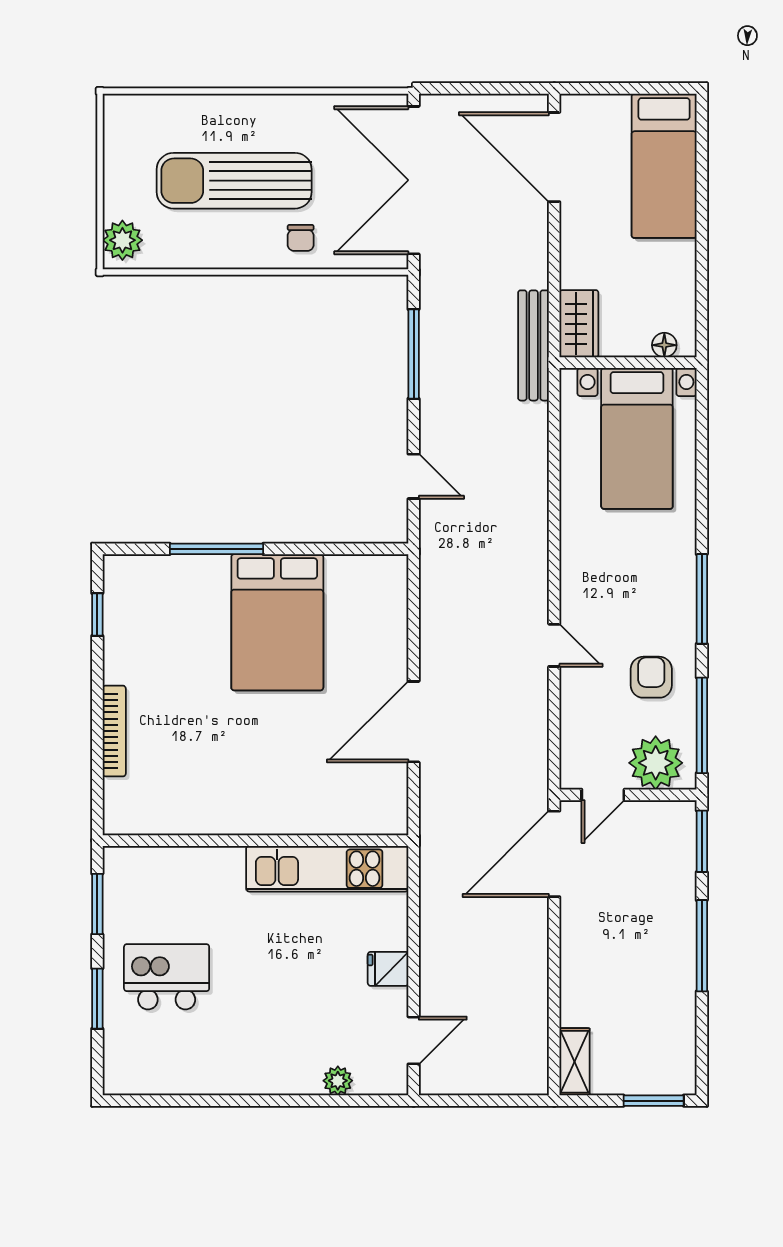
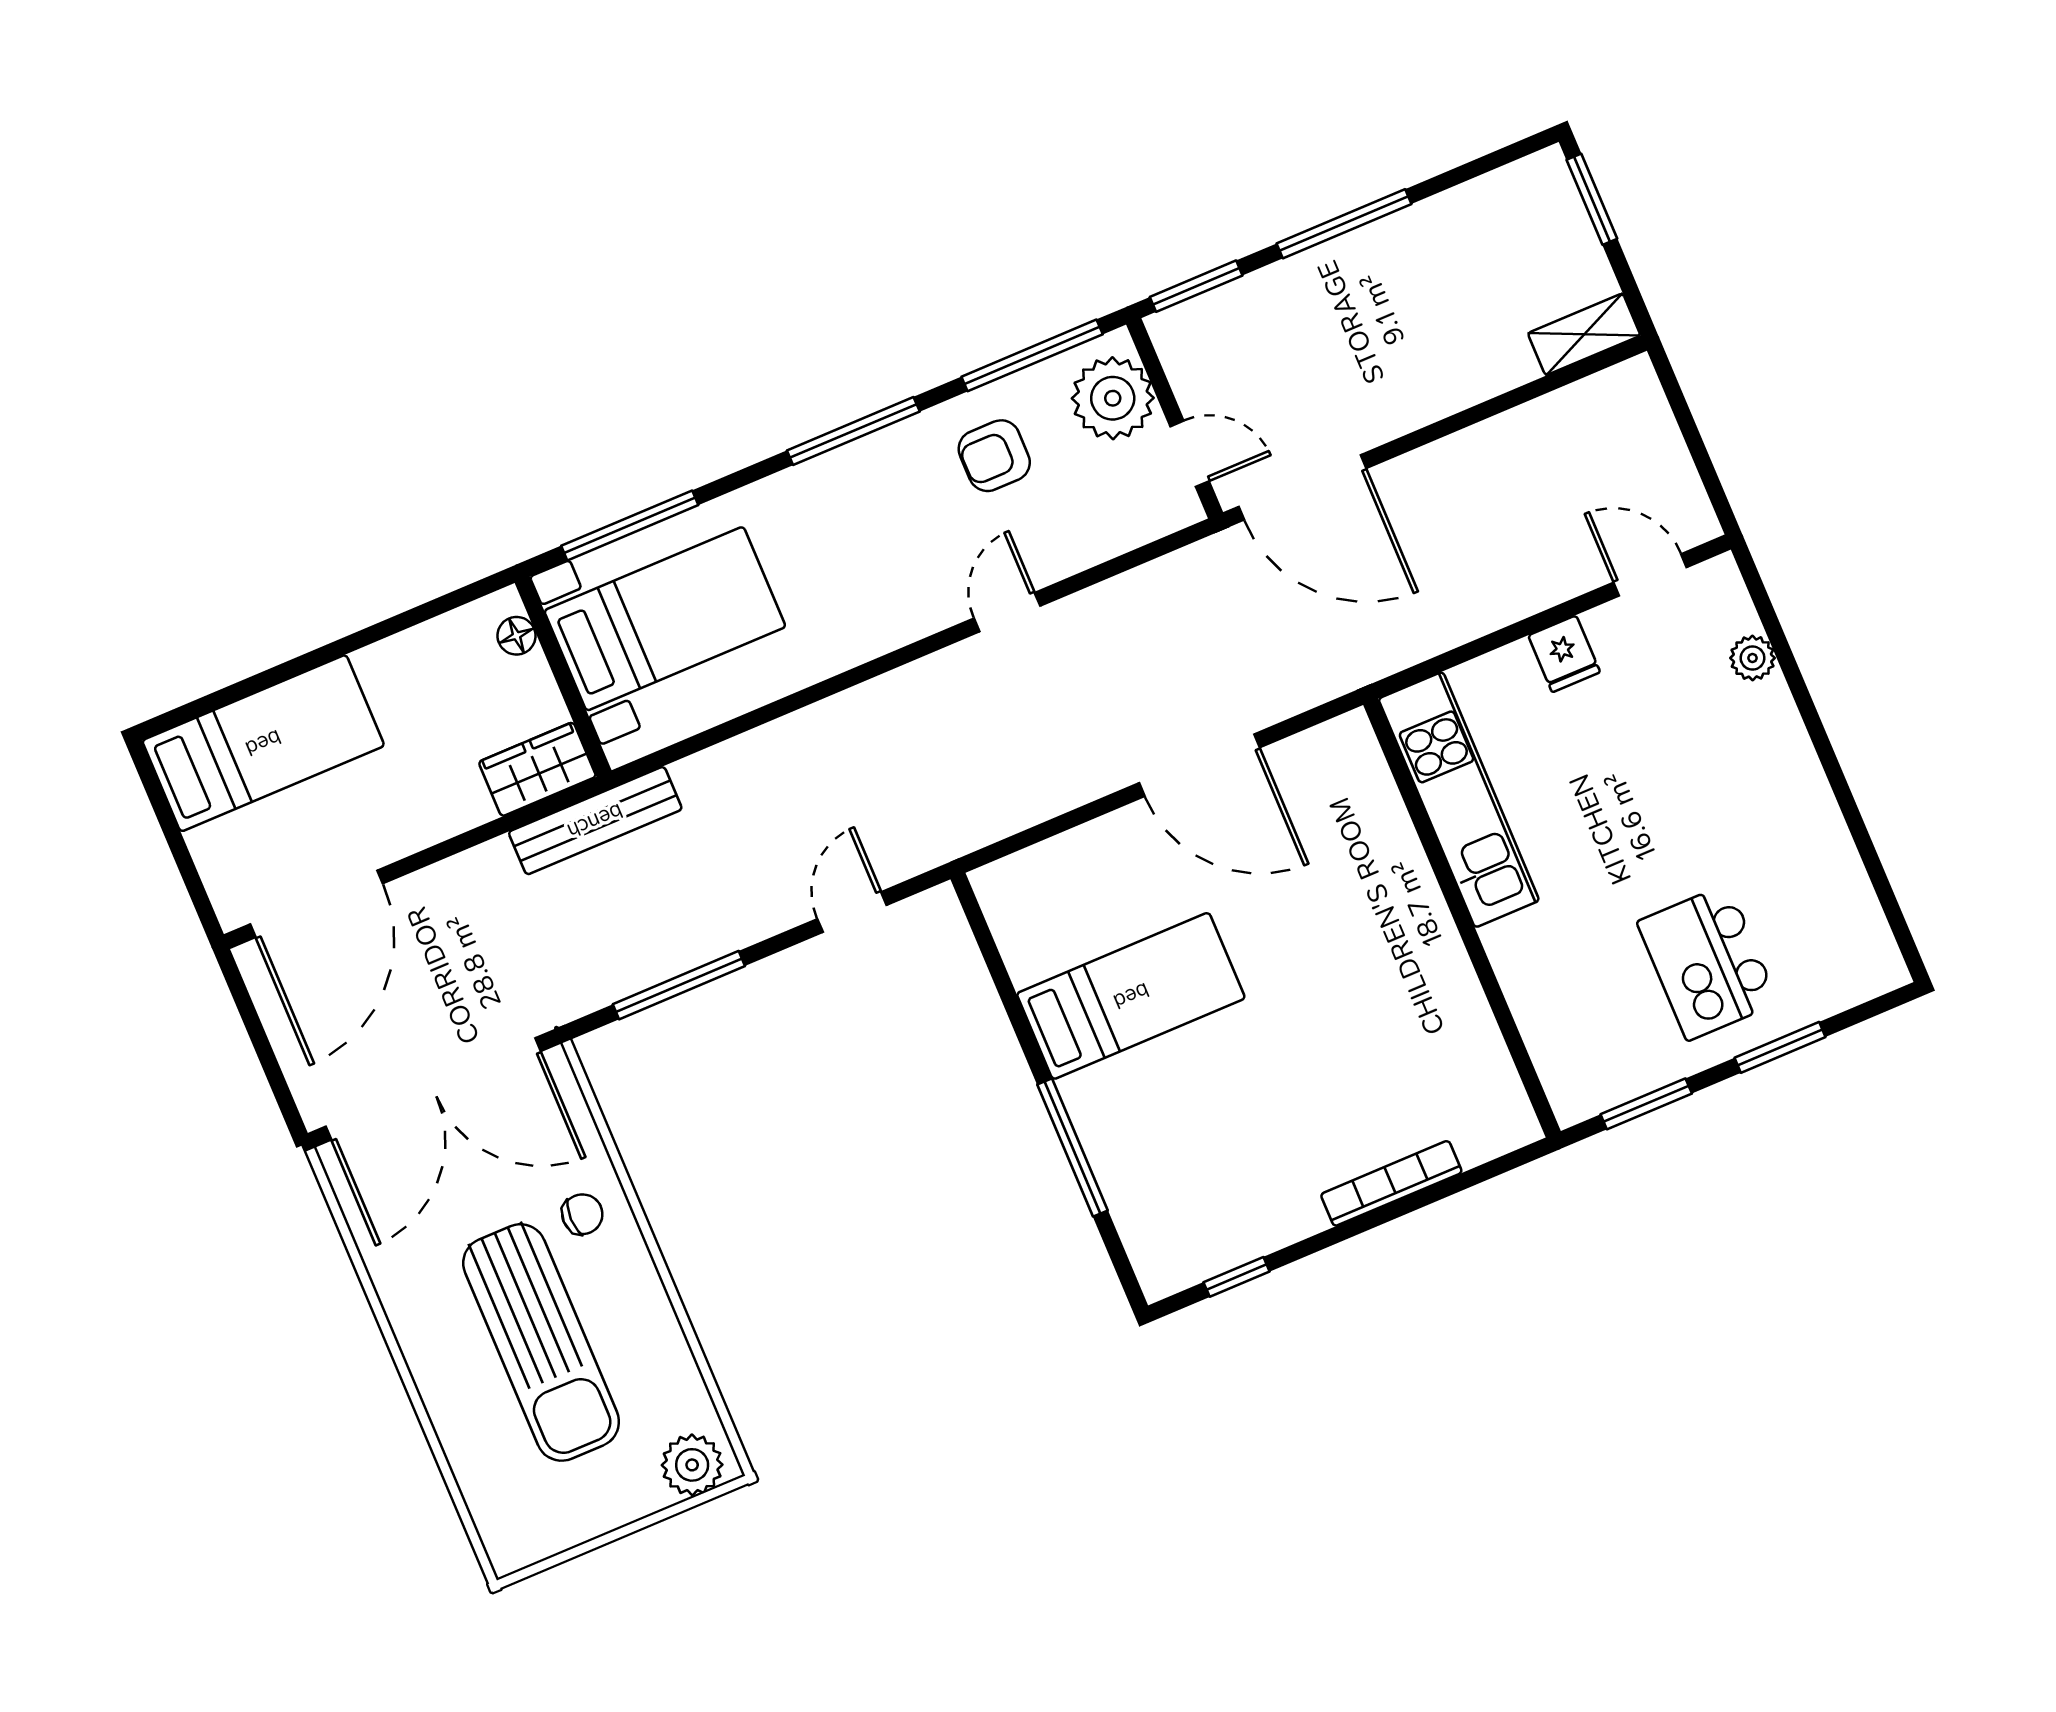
window: (702, 441) -> (630, 525), added
bed: (277, 622) -> (1131, 996), width x0.67

